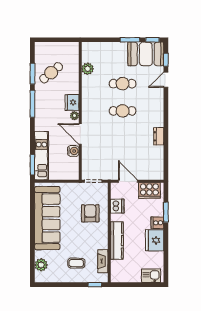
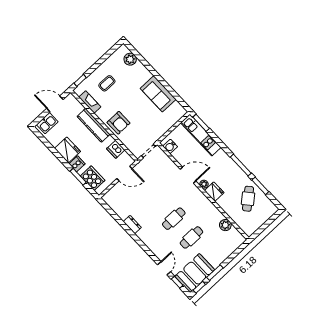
water cooler: (73, 151) -> (170, 146), moved
cooker: (149, 190) -> (93, 178), moved, turned 90
armchair: (90, 213) -> (119, 123), moved
sofa: (47, 218) -> (158, 94), width x0.54, depth x0.79
door: (131, 285) -> (55, 104), added

